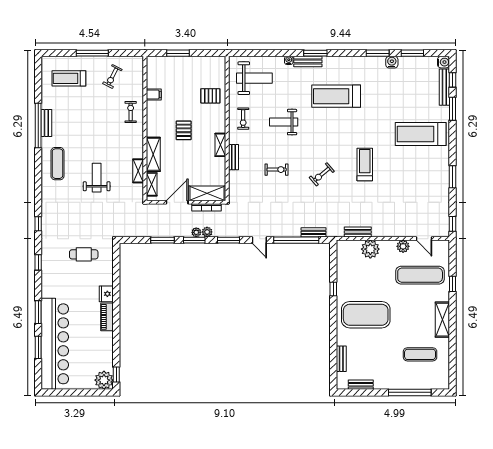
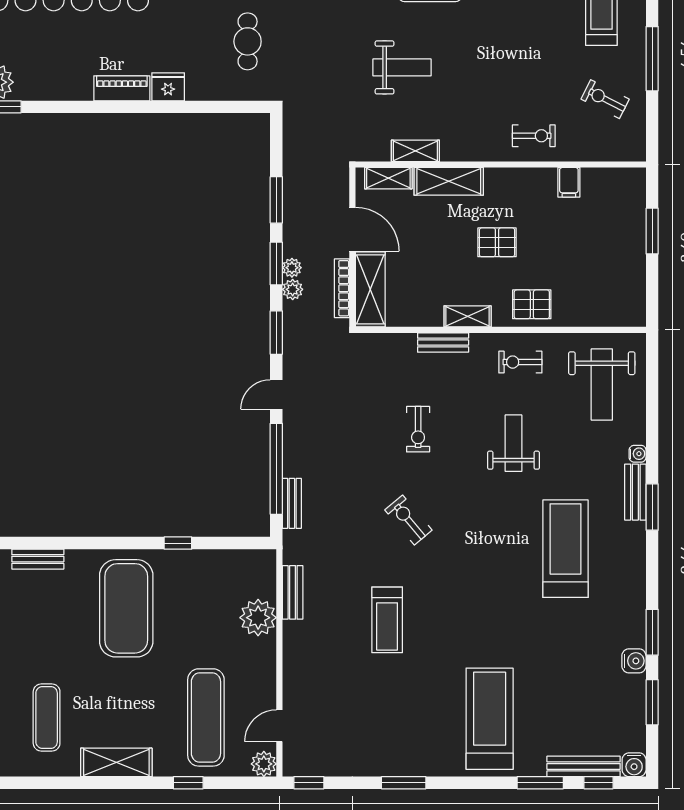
pallet: (210, 96) -> (532, 304), moved, turned 90
treadmill: (365, 164) -> (387, 620), moved, turned 90
plant: (403, 246) -> (264, 764), moved

